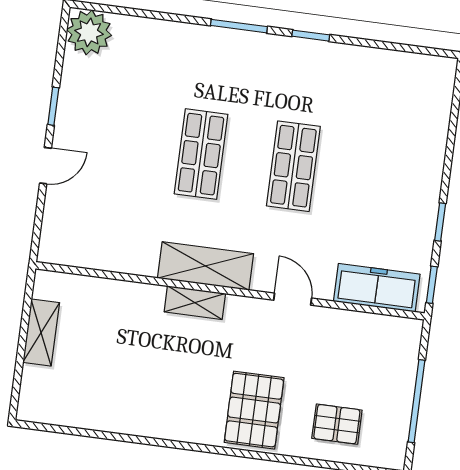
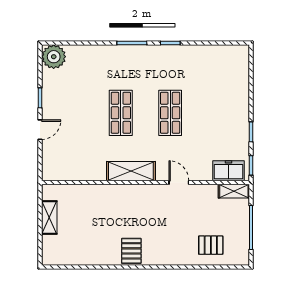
freezer: (377, 288) -> (228, 171), width x0.71
shelving: (195, 303) -> (234, 191), moved
pallet: (254, 410) -> (131, 251), moved, width x0.67, depth x0.71

